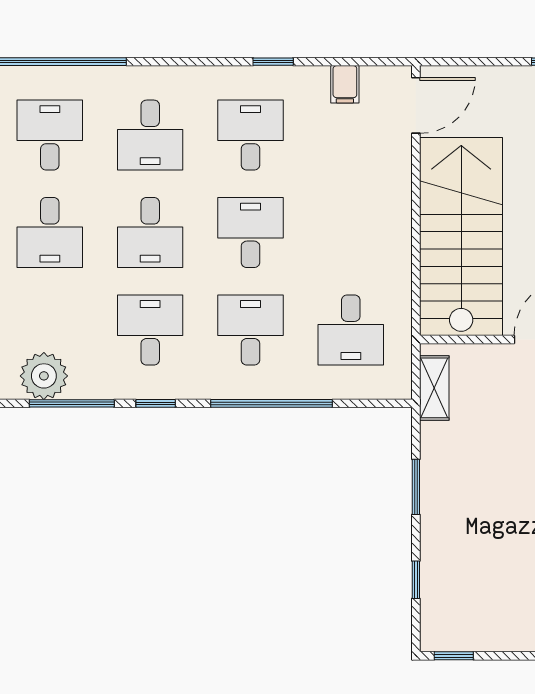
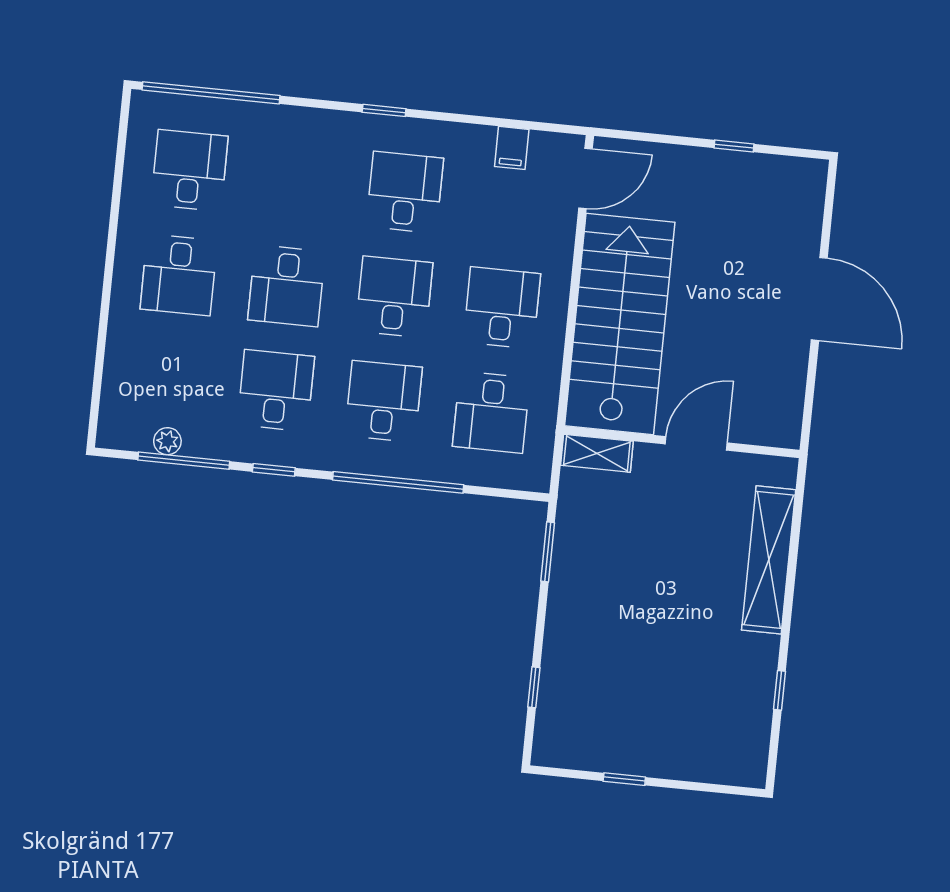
window: (273, 62) -> (384, 110), moved
desk: (150, 135) -> (502, 308), moved, turned 180
plant: (44, 376) -> (167, 441), width x0.53, depth x0.53
shelving: (434, 388) -> (597, 453), moved, turned 90
window: (416, 487) -> (548, 552), moved
window: (454, 656) -> (624, 779), moved

